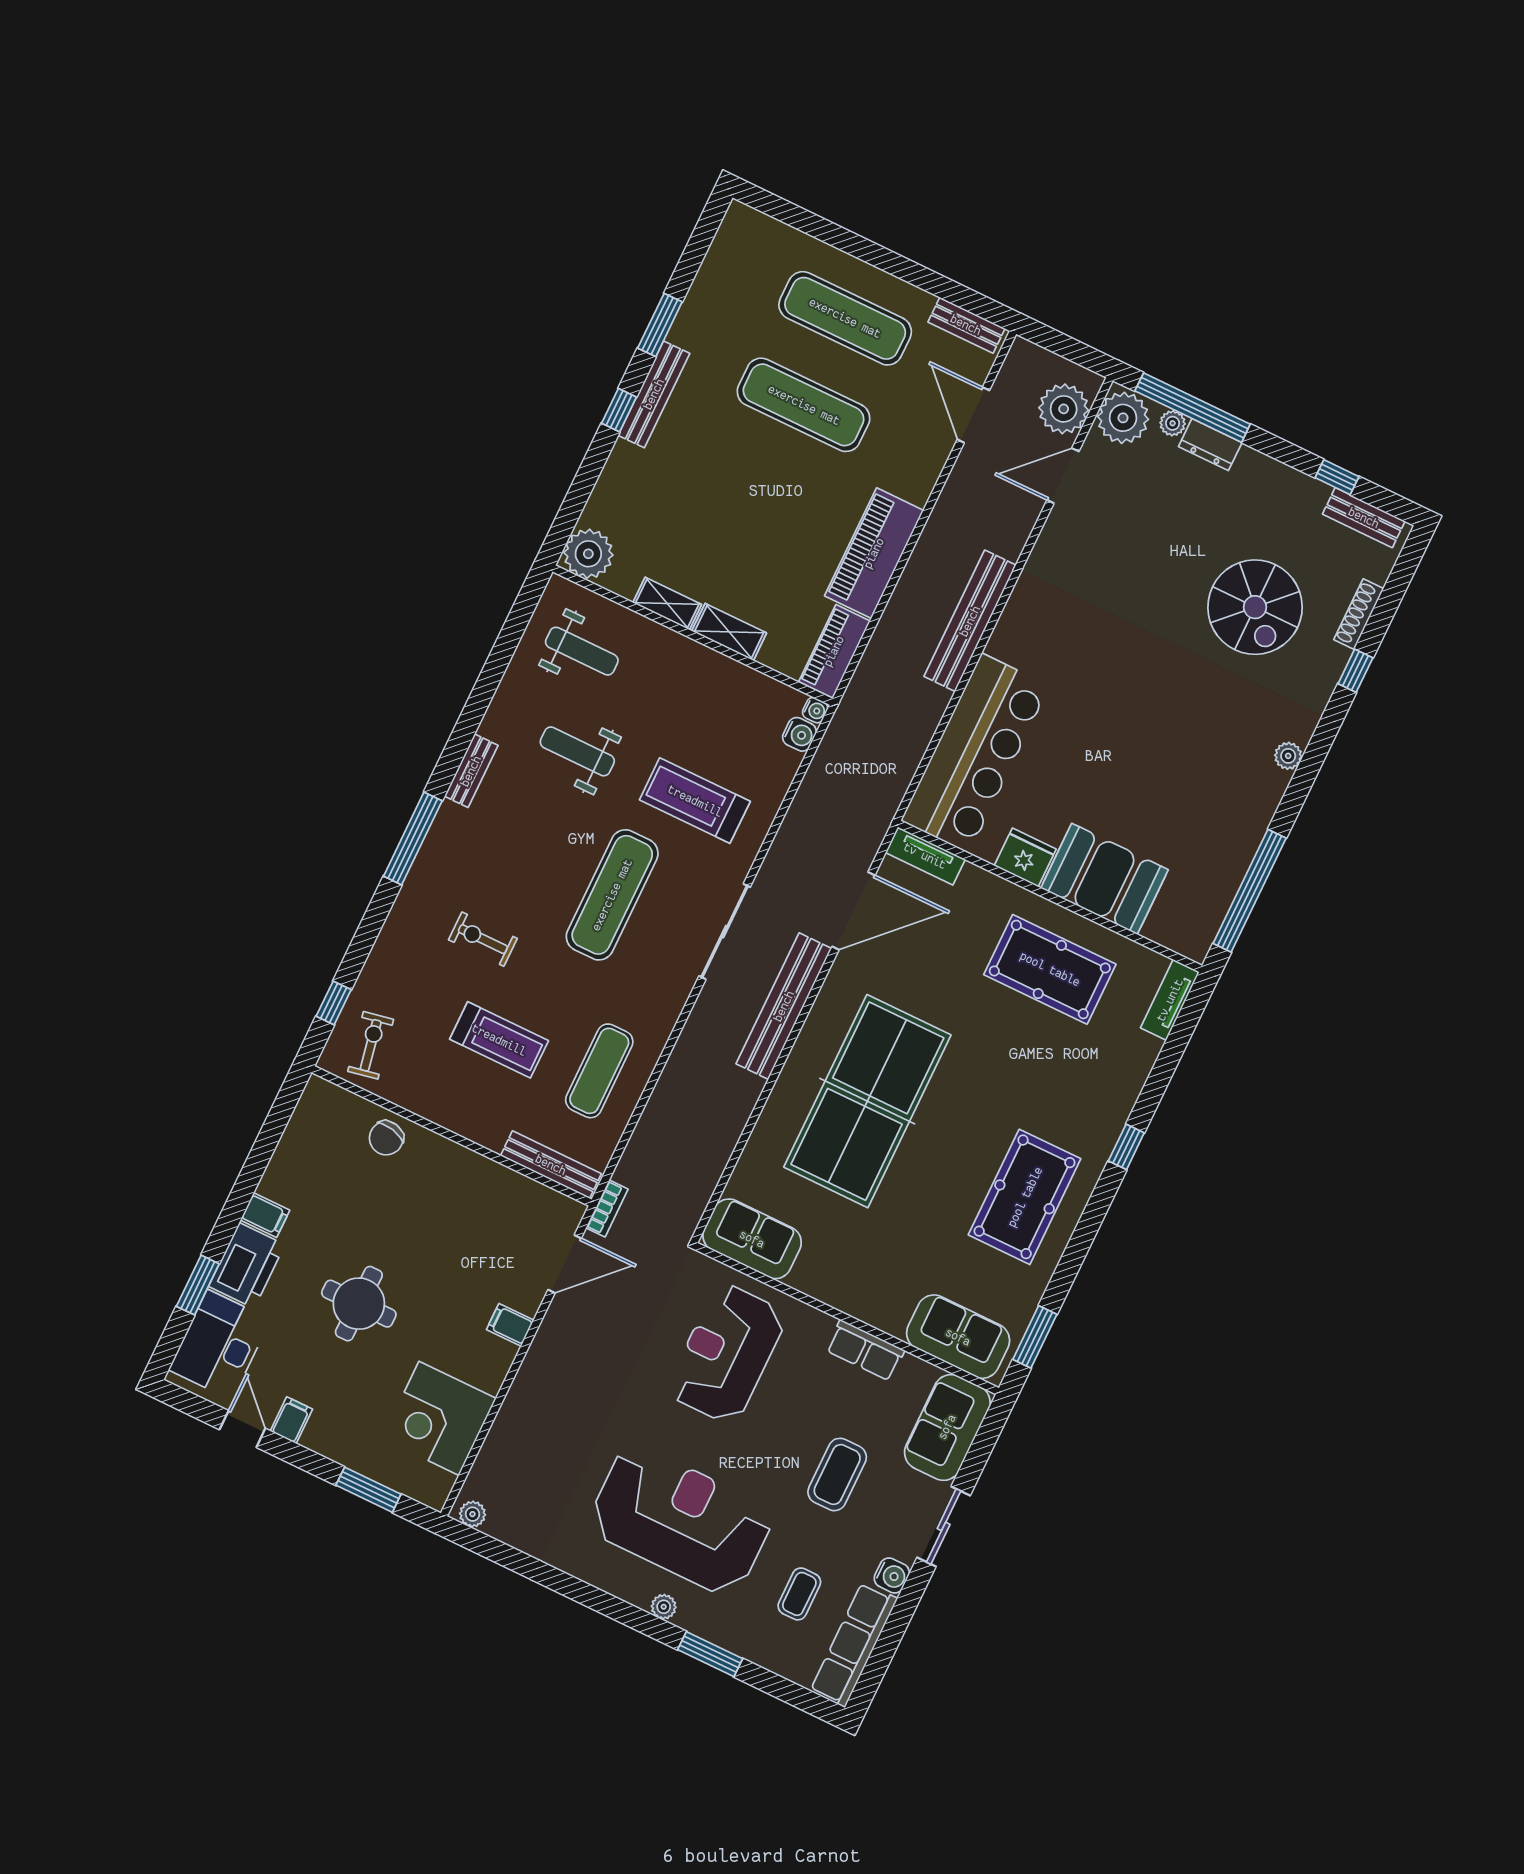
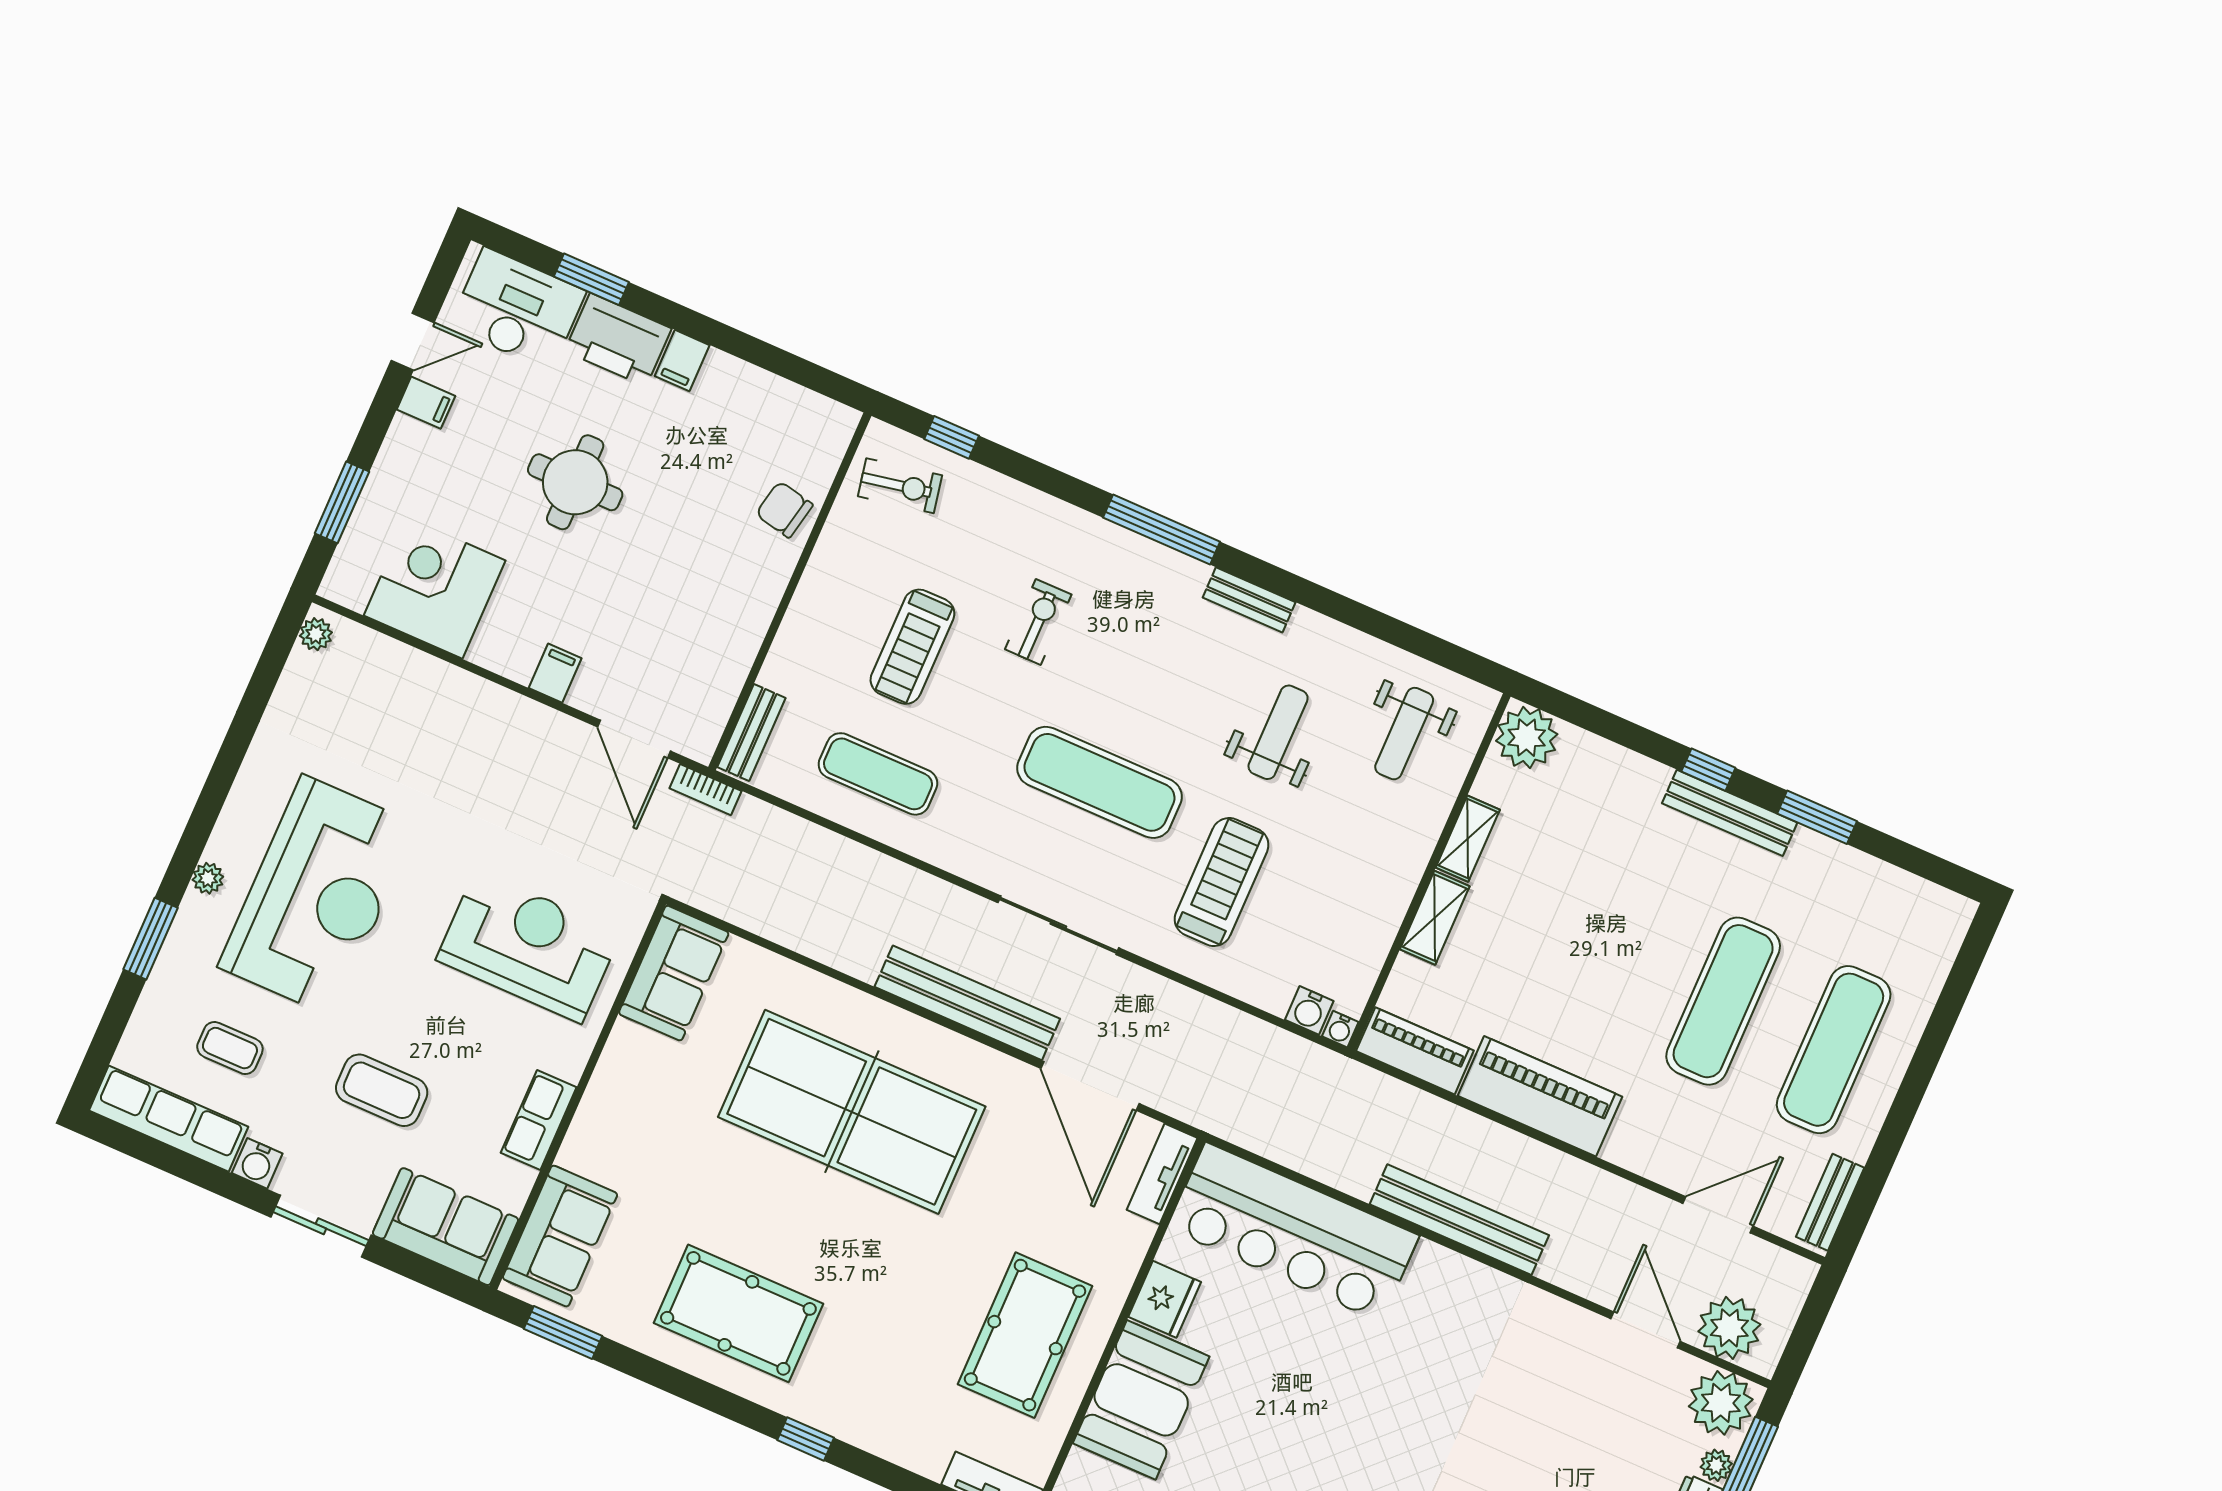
bench: (551, 1165) -> (751, 733), width x0.73

